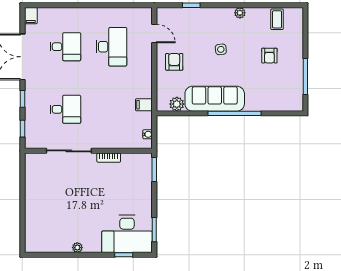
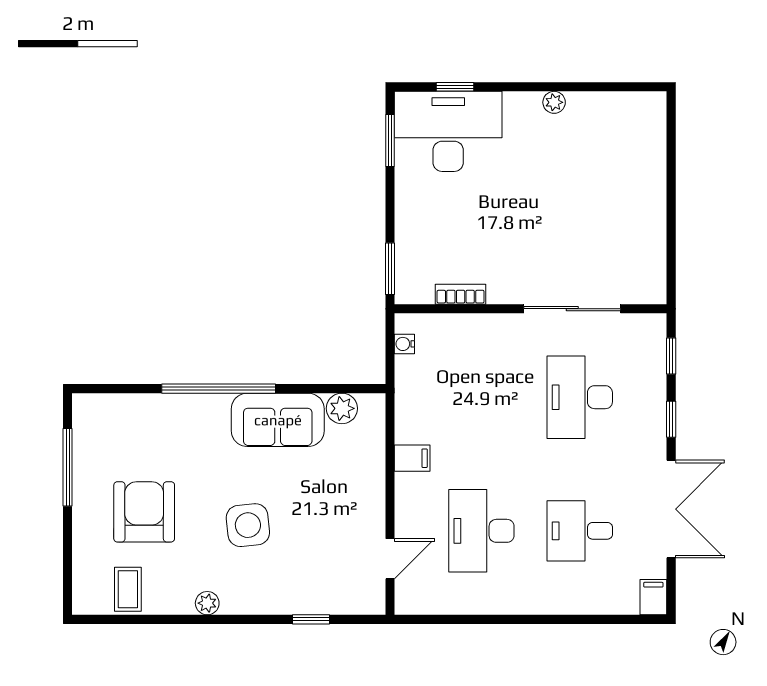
door: (154, 34) -> (390, 559), swing flipped
side table: (221, 49) -> (248, 525), width x1.87, depth x1.87
armchair: (269, 56) -> (144, 512), width x1.88, depth x1.88
armchair: (174, 62) -> (347, 499), removed
sofa: (215, 99) -> (278, 420), width x0.73
filing cabinet: (144, 105) -> (412, 458), moved
desk: (65, 109) -> (580, 397), width x1.37
bookcase: (109, 158) -> (461, 294), moved

